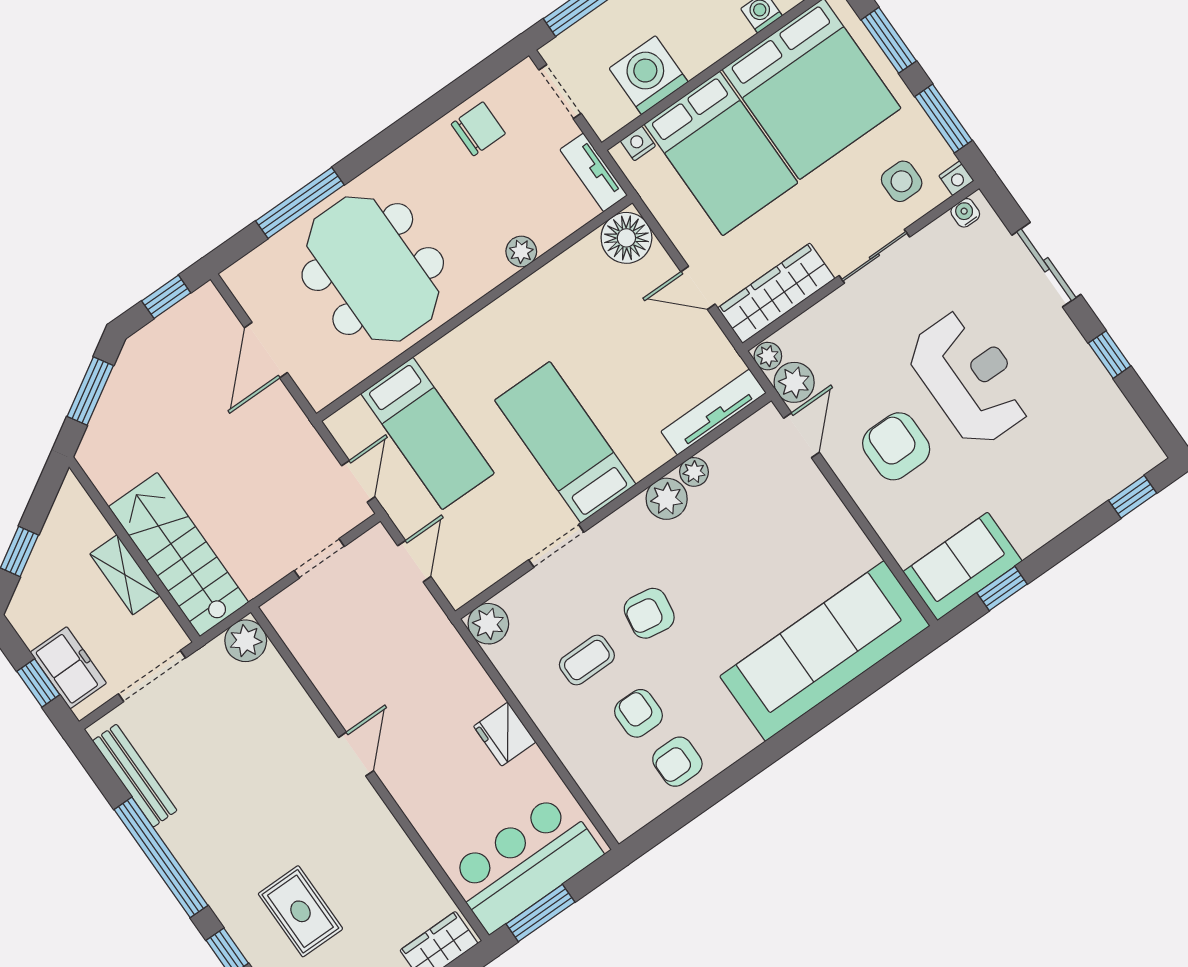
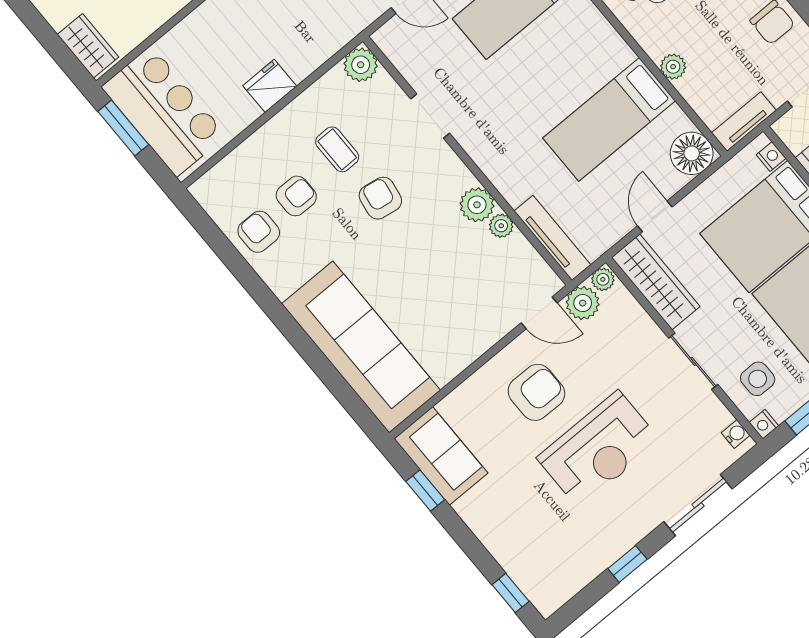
bed: (565, 442) -> (609, 119), moved, turned 180

